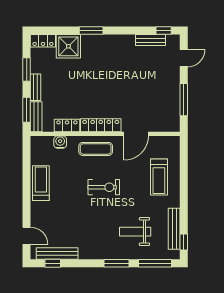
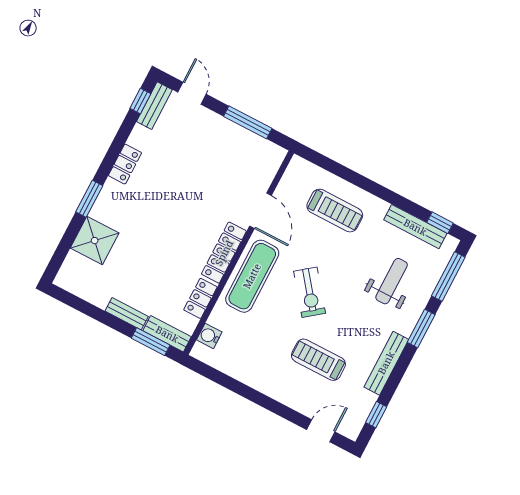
bench: (151, 40) -> (154, 106), moved
locker: (43, 41) -> (125, 164), moved
window: (27, 70) -> (96, 313), removed
water cooler: (60, 142) -> (209, 336), moved
exercise mat: (96, 149) -> (252, 276), width x1.36, depth x1.45
treadmill: (41, 183) -> (318, 360), moved
exercise bike: (104, 187) -> (310, 292), turned 142
weight bench: (135, 232) -> (392, 281), turned 180
bench: (57, 253) -> (386, 363), moved

